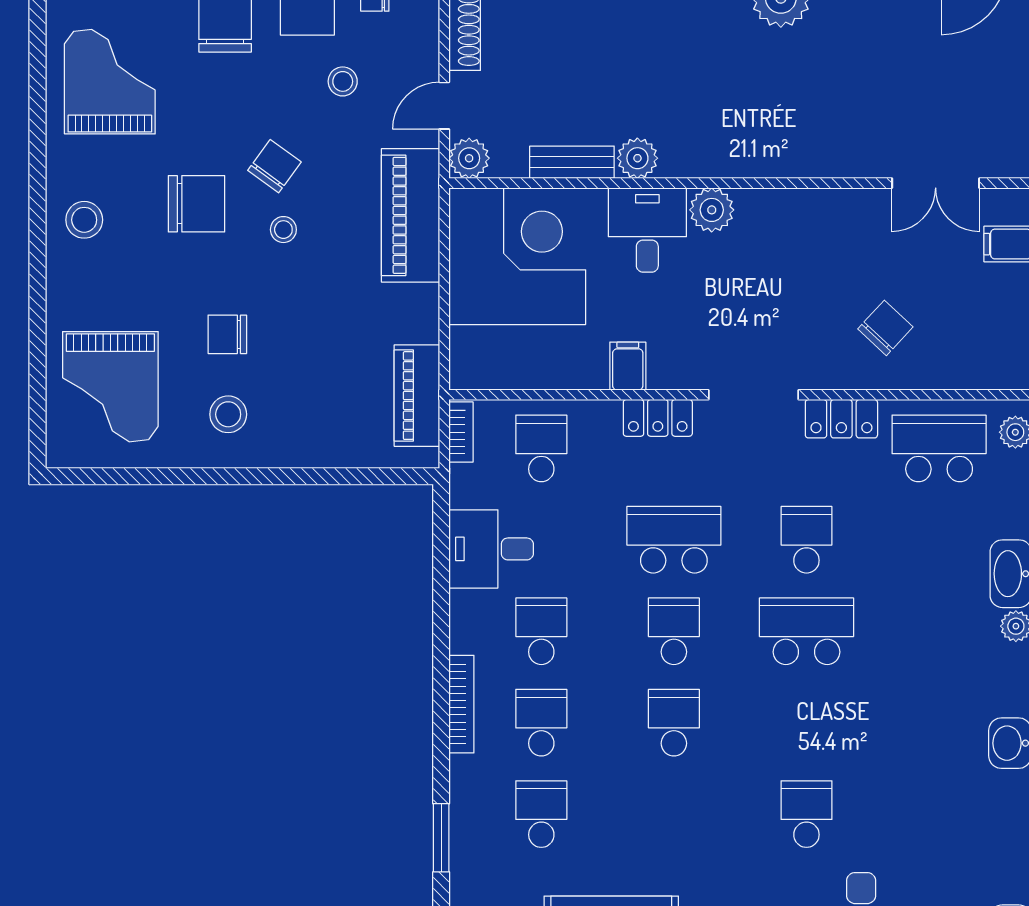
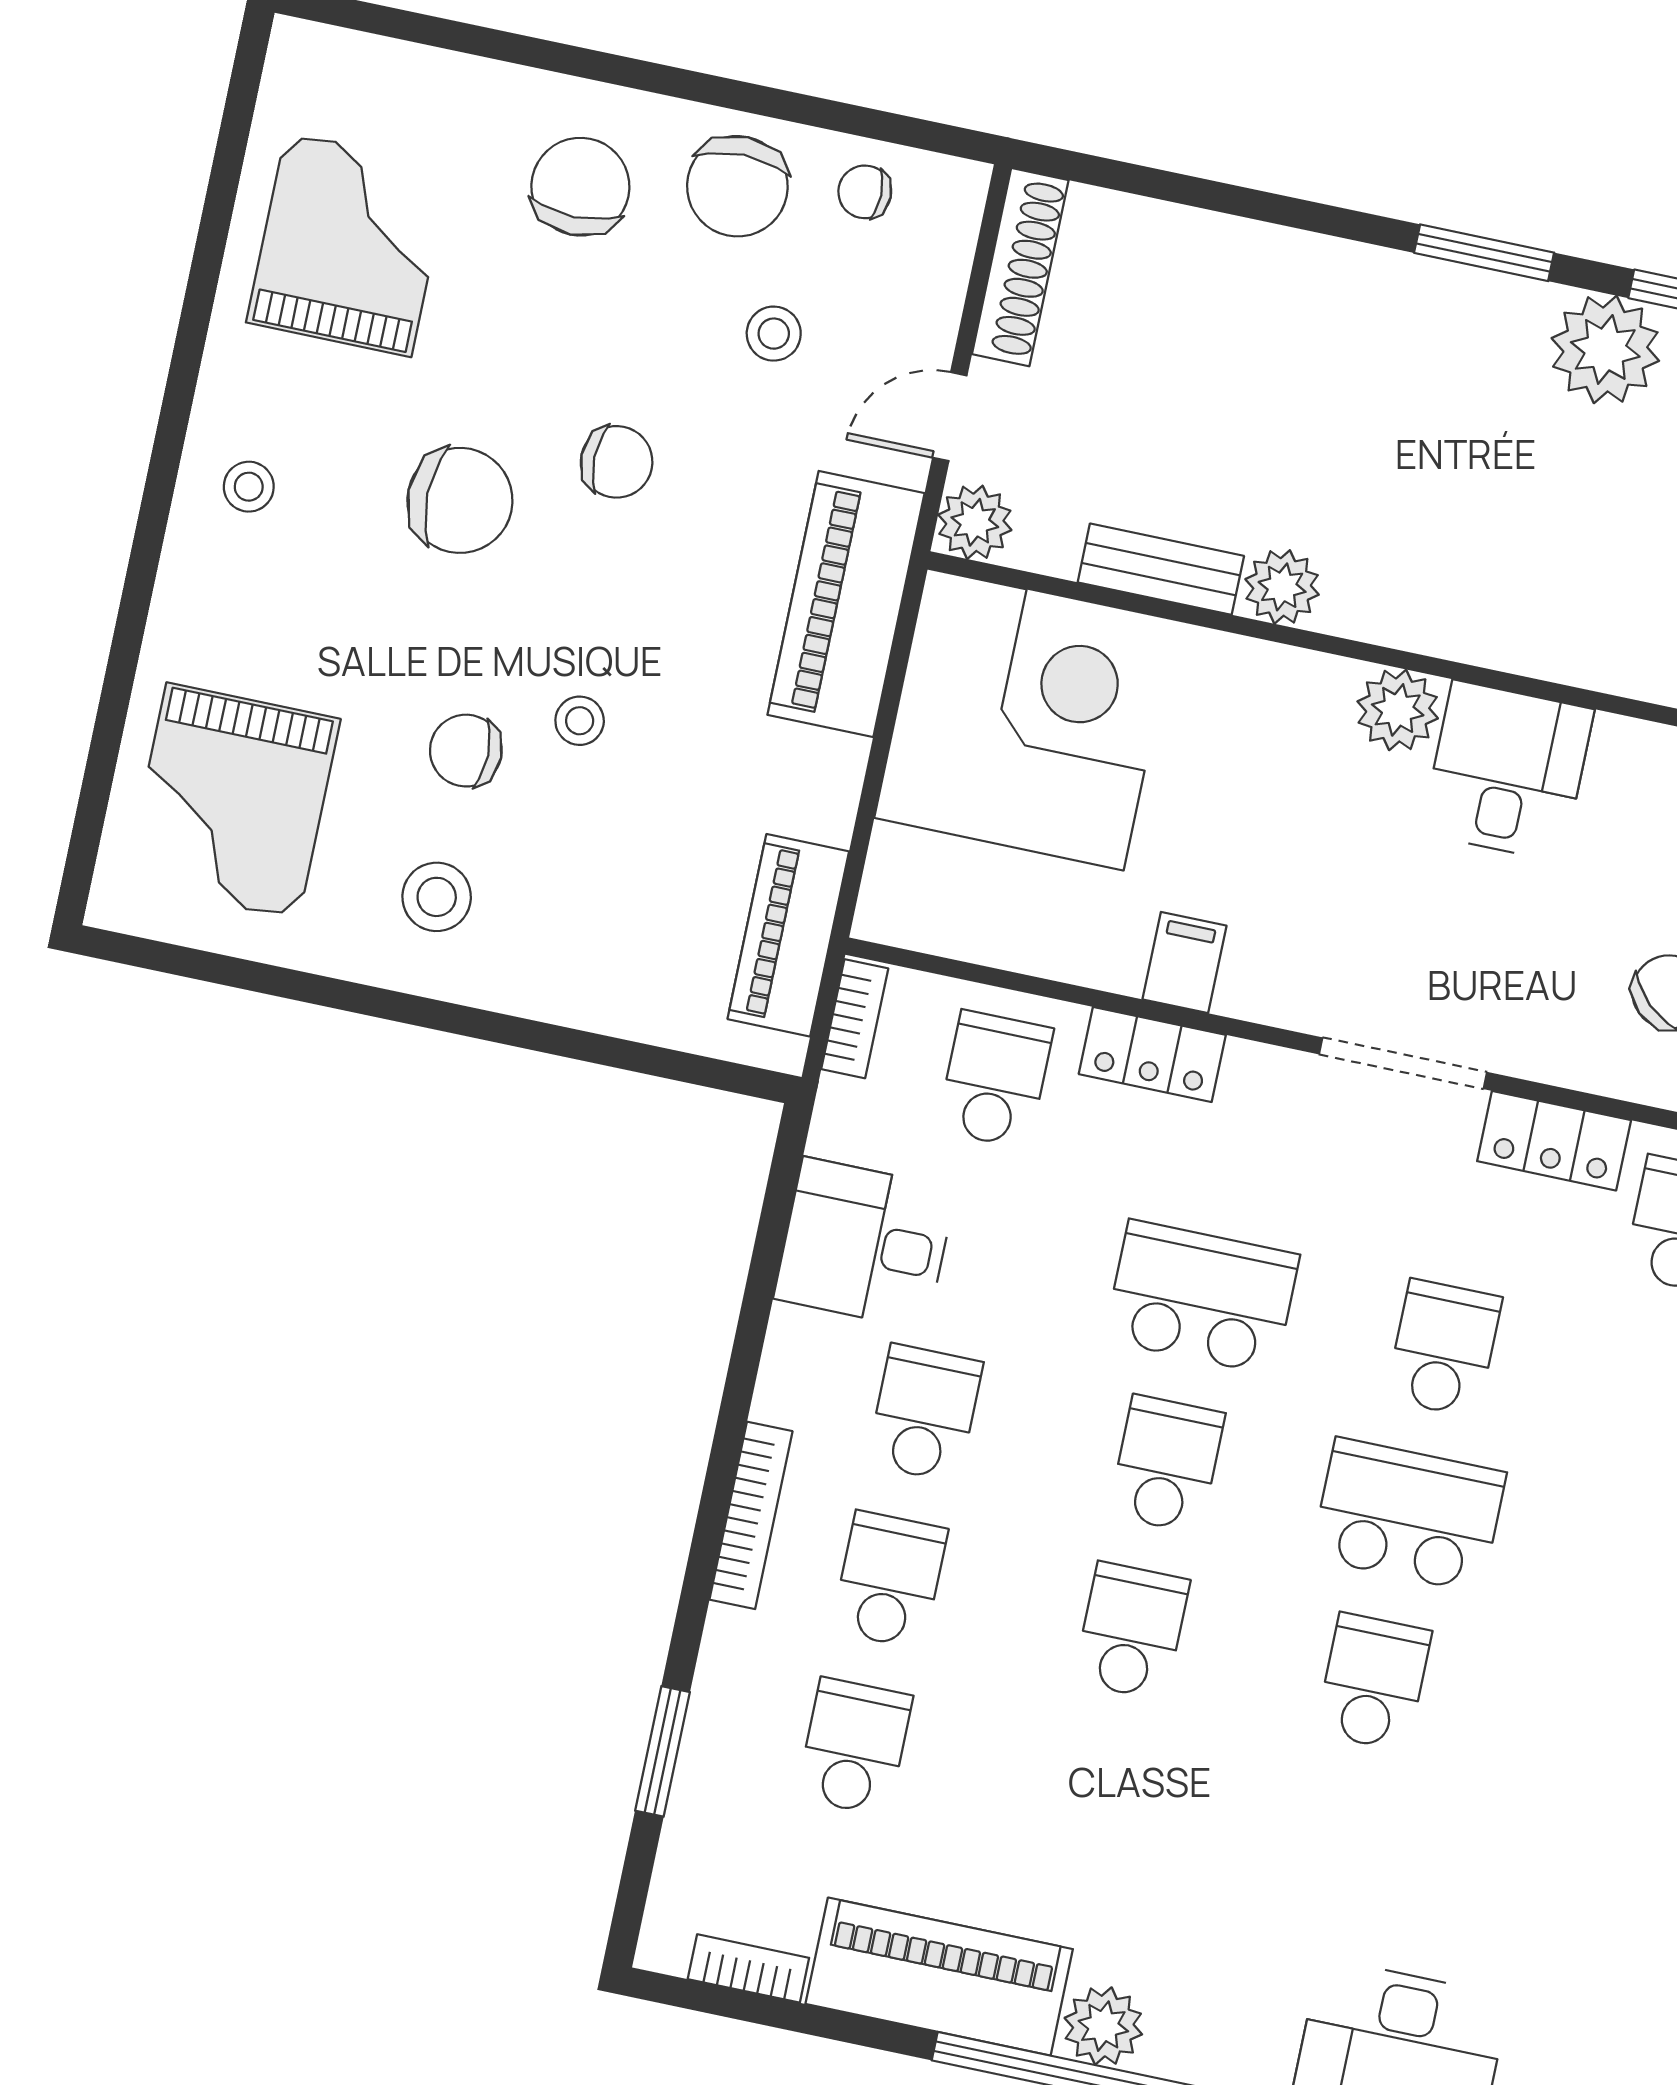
chair: (274, 166) -> (617, 462), turned 54
stool: (84, 220) -> (249, 487), width x0.73, depth x0.73
stool: (283, 230) -> (580, 721), moved
desk: (647, 230) -> (1507, 771), moved
locker: (658, 418) -> (1152, 1054), moved
school desk: (806, 814) -> (1373, 1682), moved

